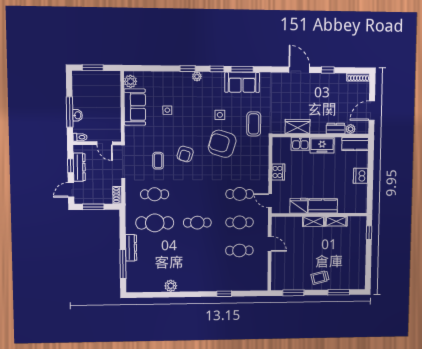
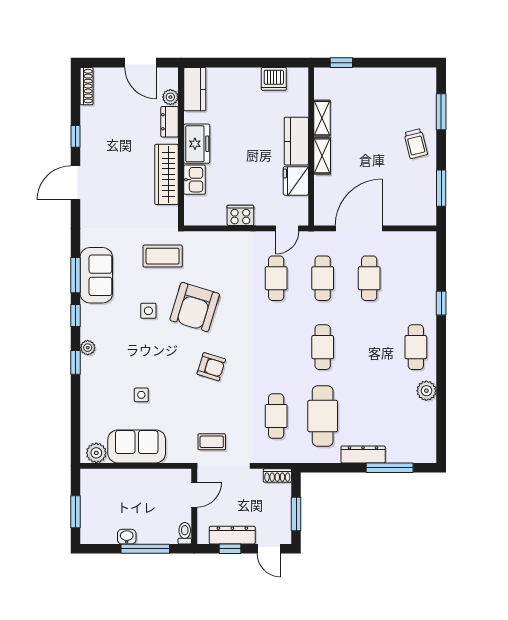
washbasin: (77, 115) -> (127, 537), moved
wardrobe: (298, 127) -> (167, 174), width x1.50
coffee table: (158, 161) -> (212, 442), moved
dishwasher: (361, 176) -> (274, 79), moved
door: (270, 244) -> (359, 228), width x1.88
cafe table: (197, 279) -> (416, 347), added

